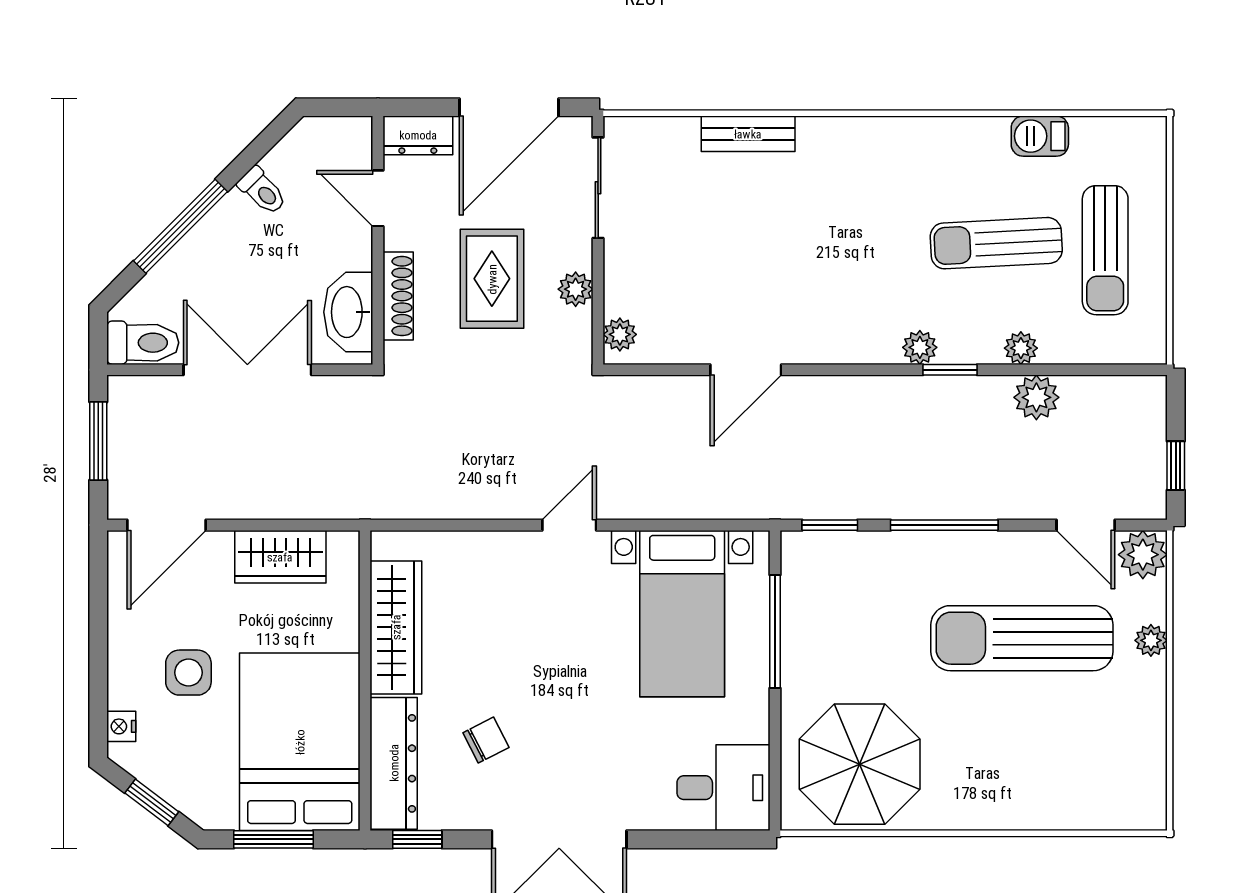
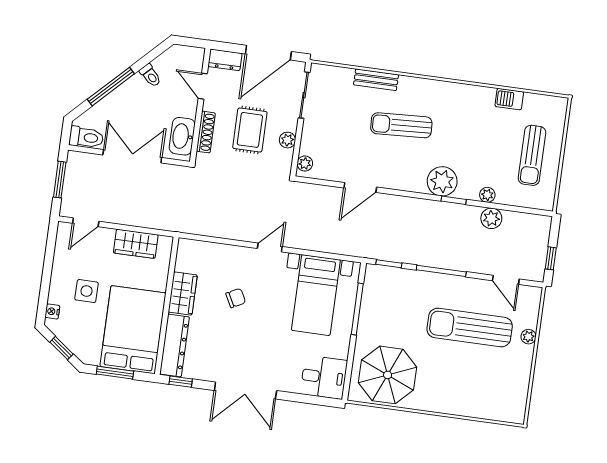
sun lounger: (996, 243) -> (401, 125), moved
plant: (920, 347) -> (442, 181), width x1.88, depth x1.88
door: (167, 525) -> (86, 222), width x0.73
plant: (1143, 555) -> (530, 297), removed
wardrobe: (396, 627) -> (183, 294), width x0.67
chair: (486, 740) -> (236, 298), moved

